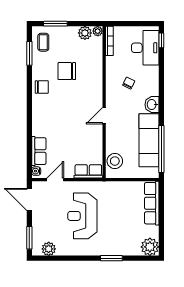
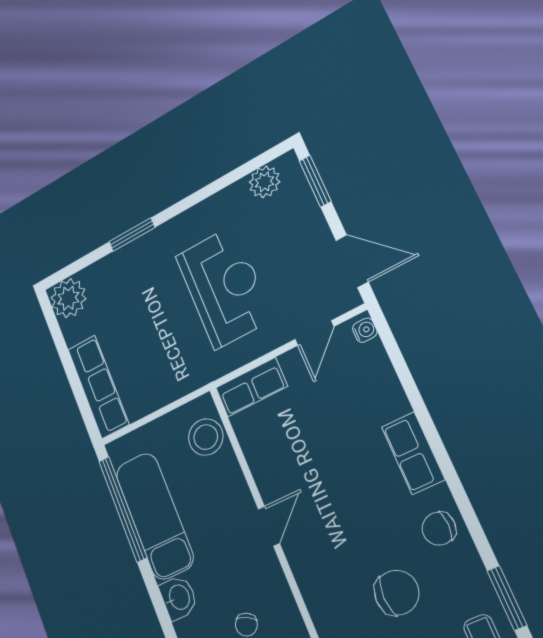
row of seats: (39, 151) -> (413, 453), moved

